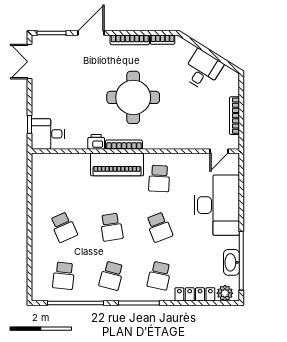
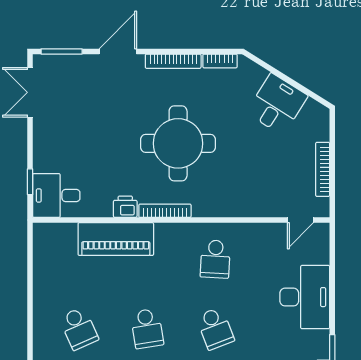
piano: (117, 164) -> (116, 239), moved
desk: (217, 205) -> (305, 297), width x0.73, depth x0.77

